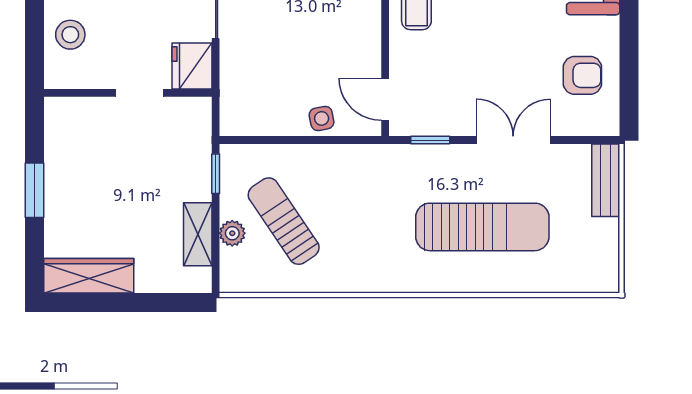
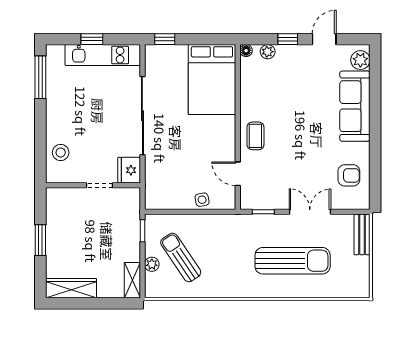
door: (385, 99) -> (238, 174), moved
shelving: (198, 234) -> (132, 280), moved

